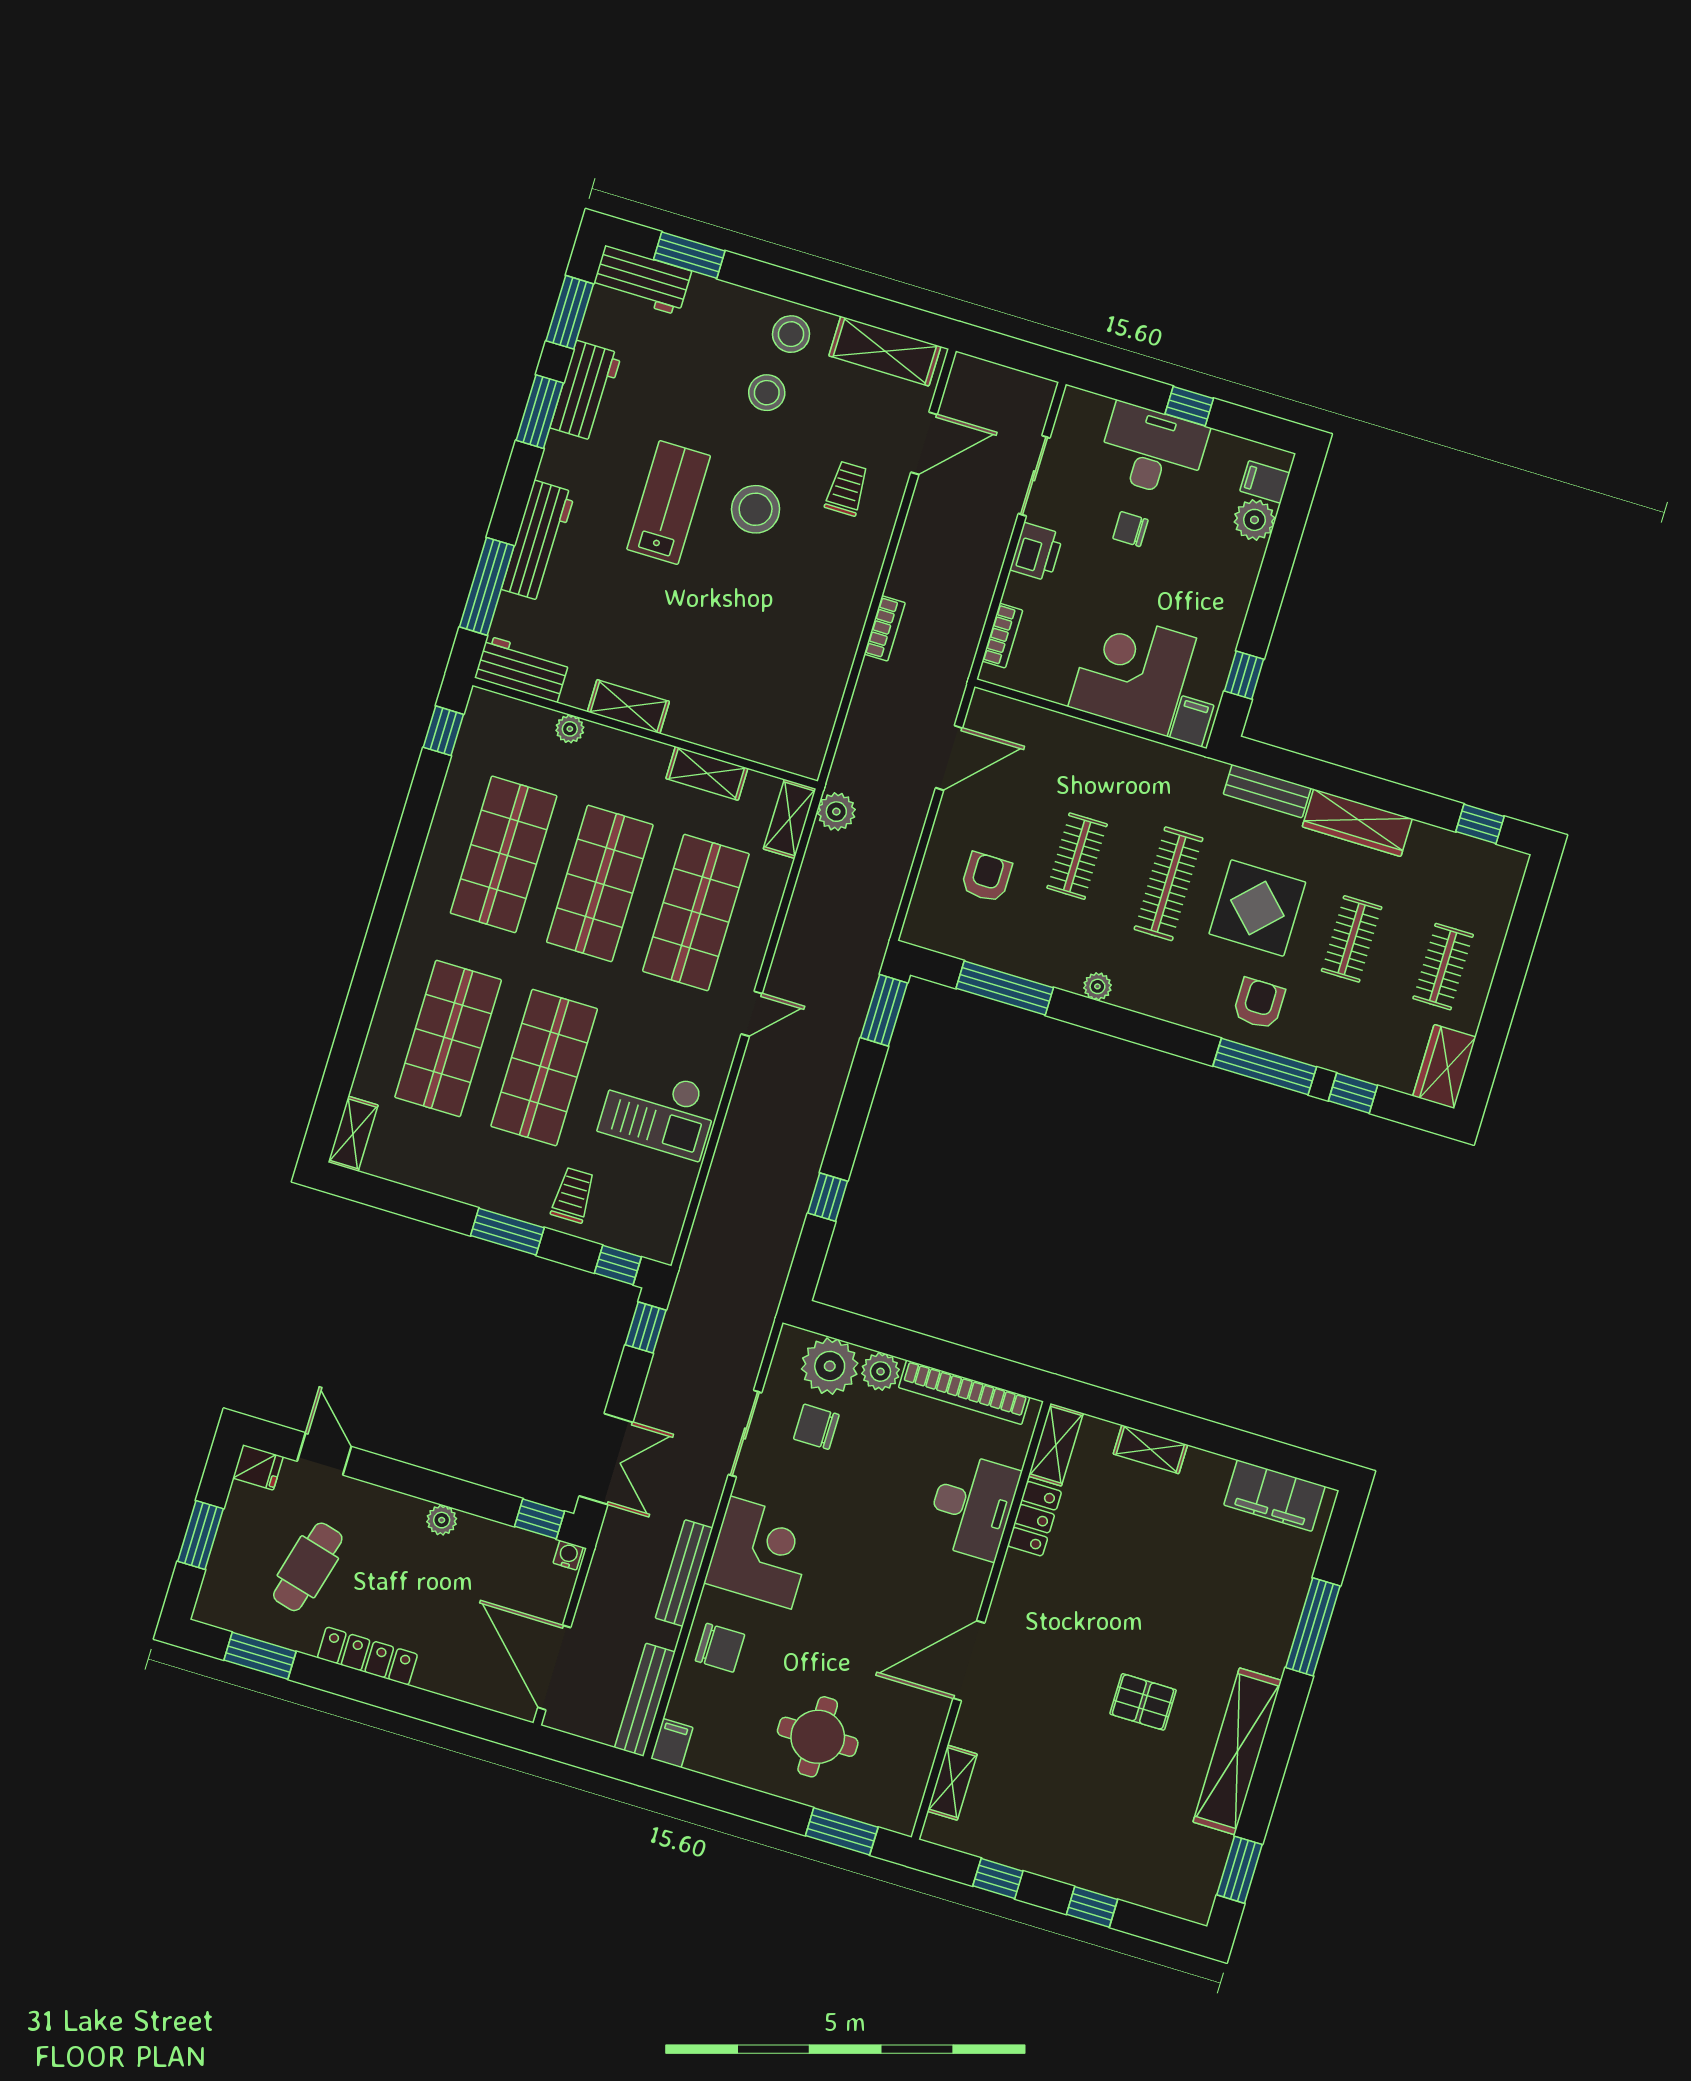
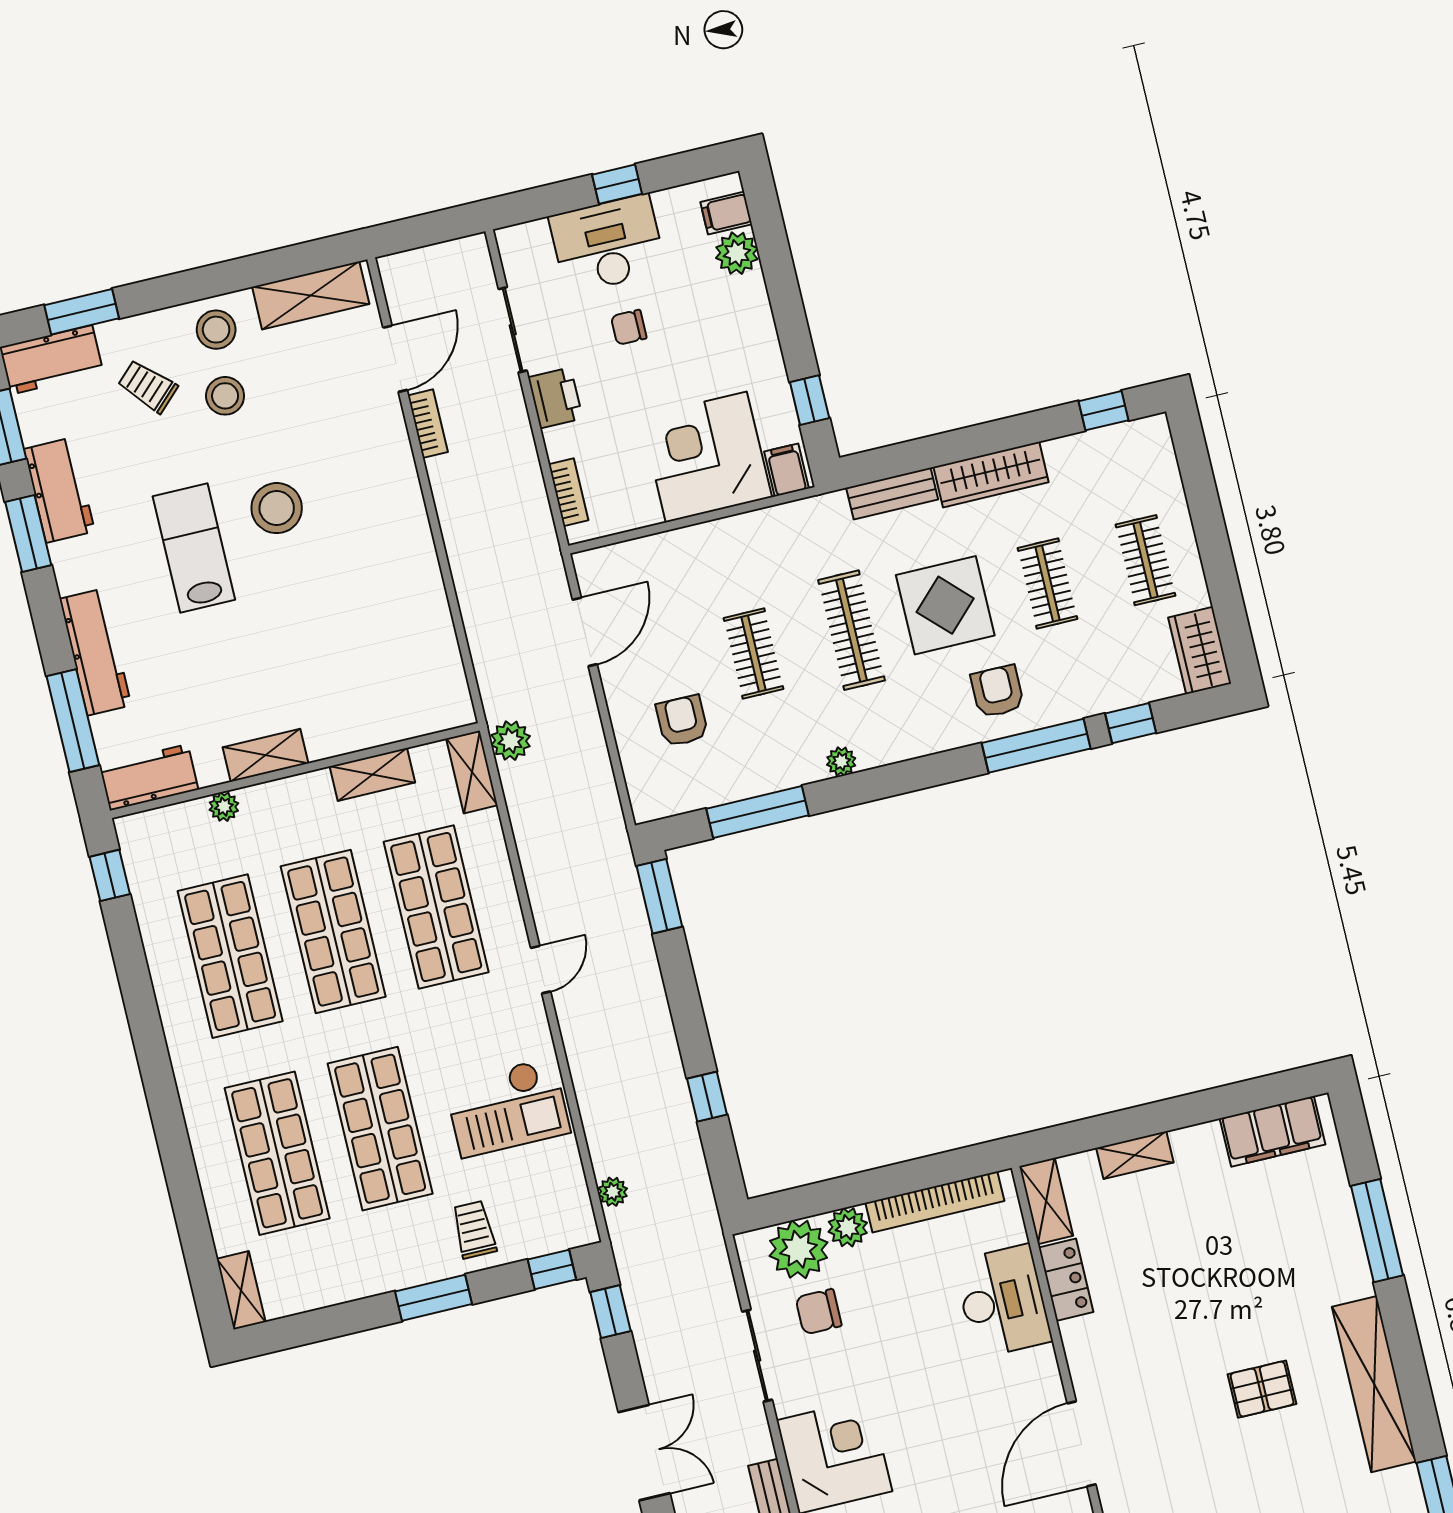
trolley: (847, 489) -> (148, 386), moved, turned -44
bookcase: (885, 628) -> (428, 424), moved
plant: (705, 1230) -> (613, 1192), added

